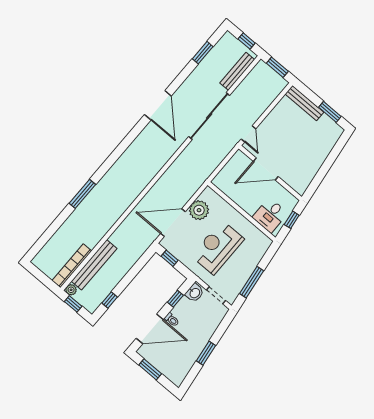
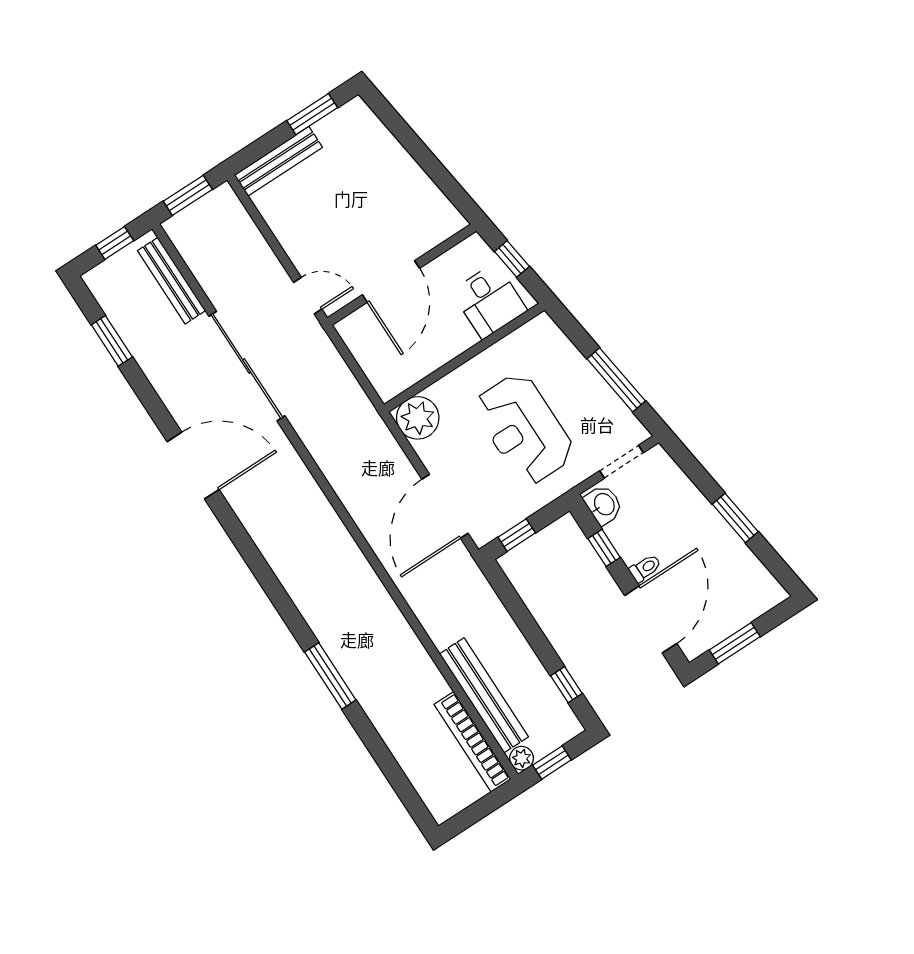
plant: (199, 210) -> (418, 418), moved

